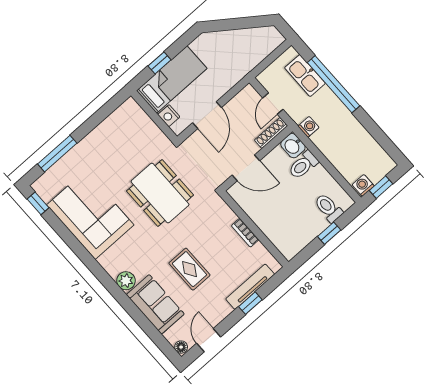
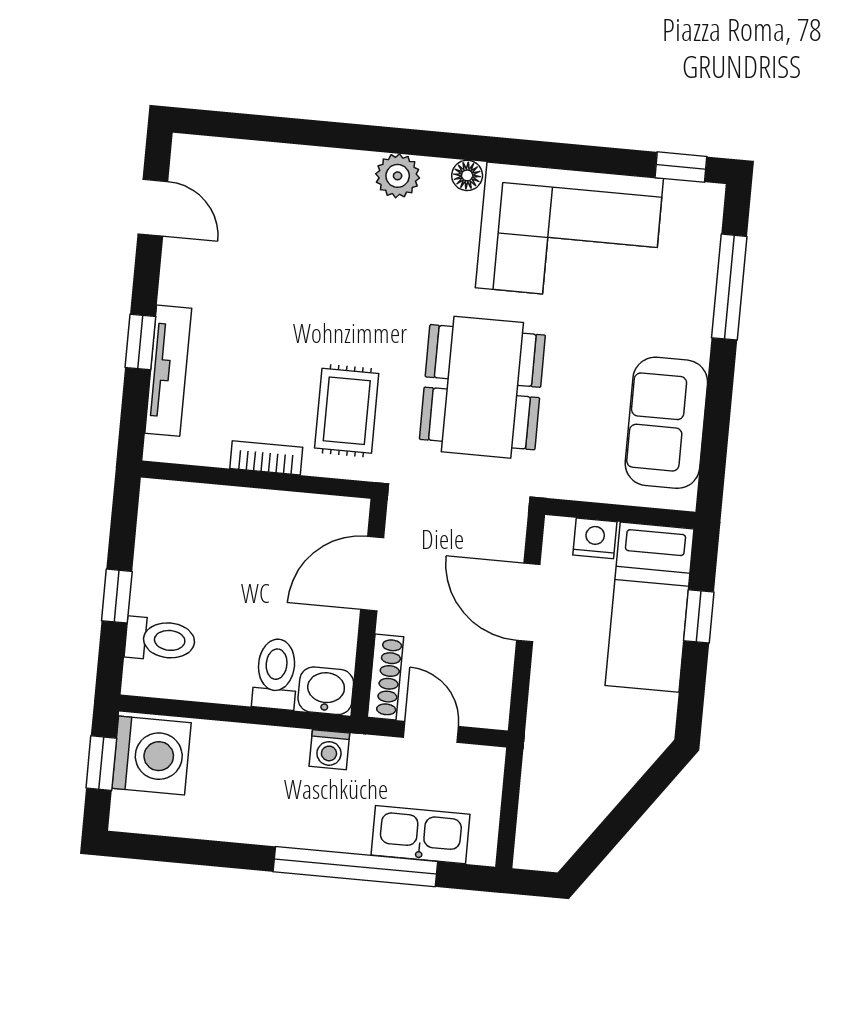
washing machine: (363, 185) -> (151, 755), width x1.89, depth x1.89
dining table: (160, 193) -> (482, 387), turned 90
rug: (189, 269) -> (347, 411), moved, turned 90
sofa: (155, 304) -> (666, 423), moved, turned 90
floor lamp: (181, 347) -> (467, 175), moved

